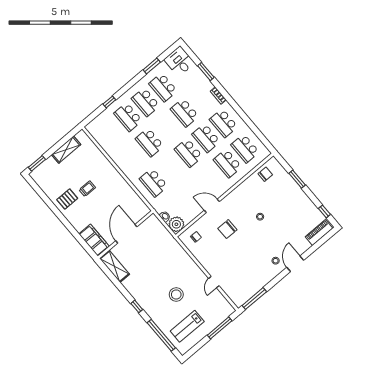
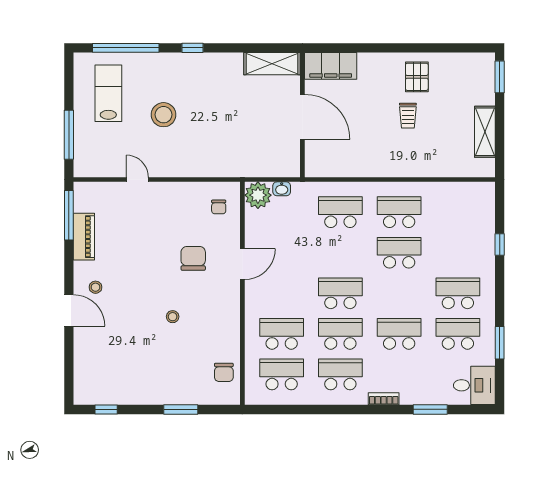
school desk: (128, 117) -> (399, 212), moved
piano: (319, 232) -> (84, 237), moved

